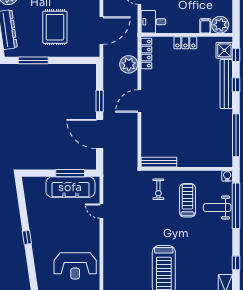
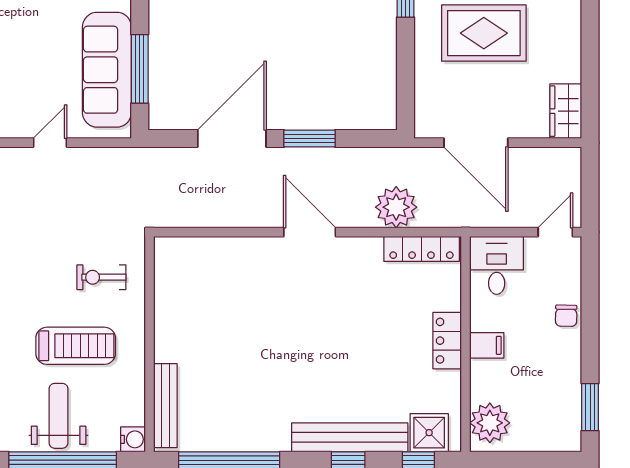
filing cabinet: (205, 26) -> (487, 345), moved
bench: (159, 162) -> (165, 406), moved

